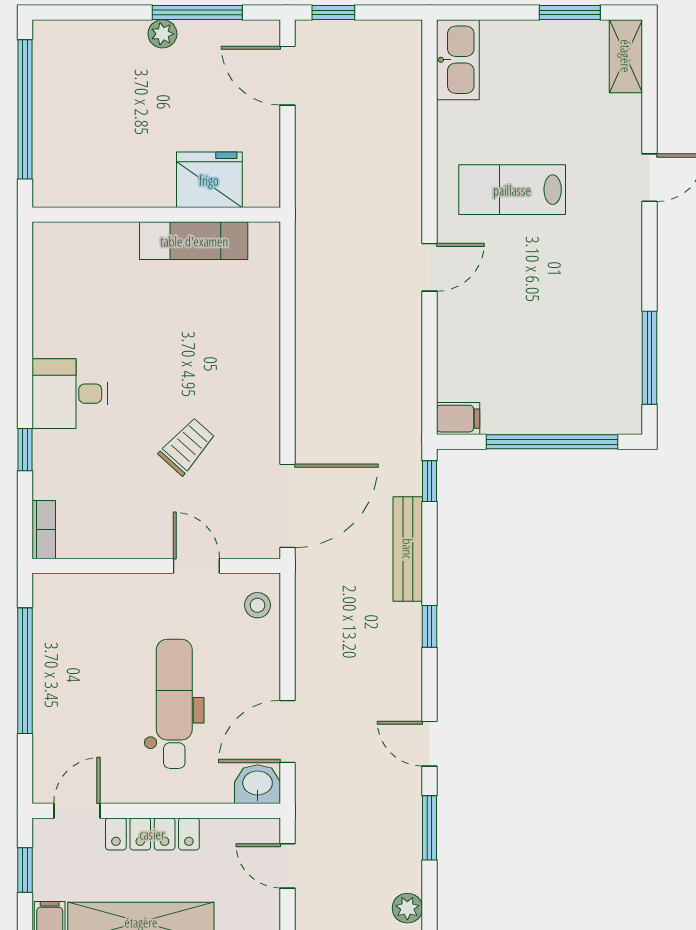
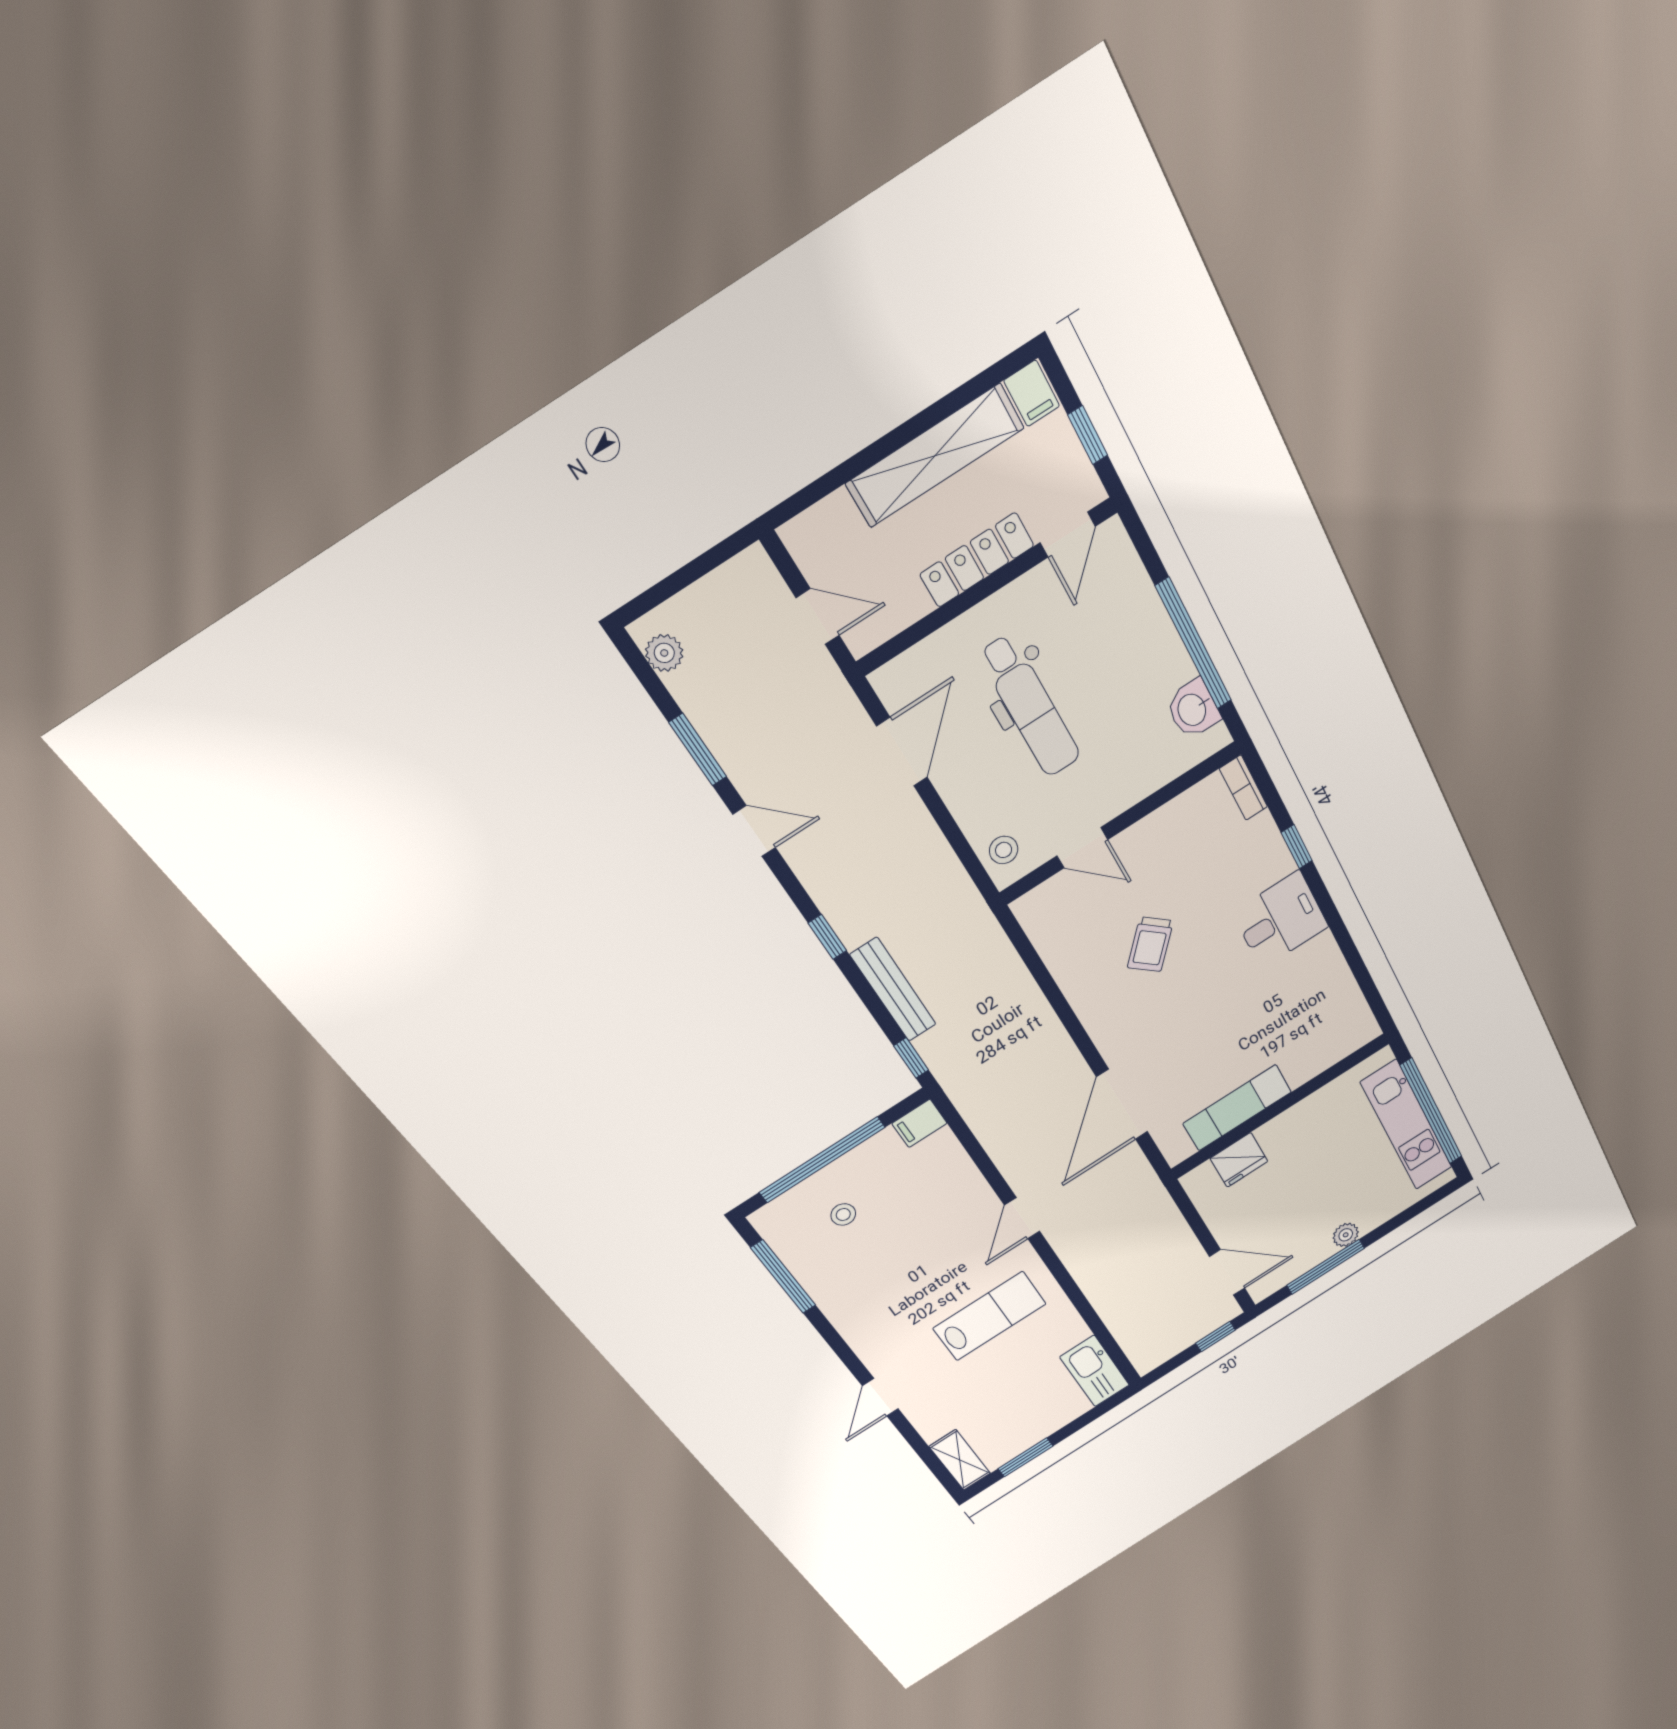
kitchen unit: (54, 111) -> (1407, 1125), added
fridge: (209, 180) -> (1239, 1160), width x0.73, depth x0.75
stool: (567, 380) -> (843, 1214), added
door: (288, 506) -> (1122, 1104), moved
washbasin: (258, 784) -> (1193, 709), moved, turned 90

